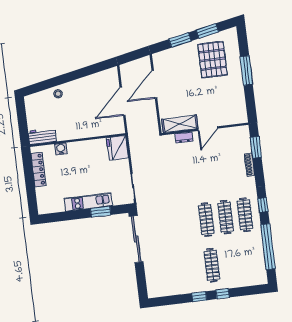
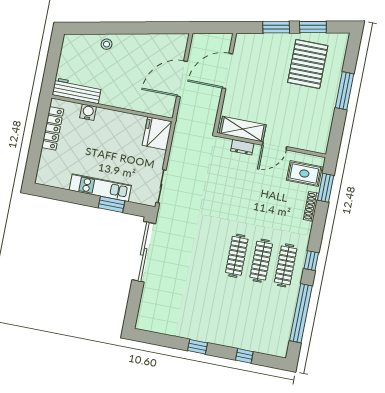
workbench: (42, 136) -> (77, 91), width x1.38
rug: (237, 142) -> (304, 174), added
clothes rail: (212, 265) -> (225, 314), removed
window: (223, 294) -> (244, 356), moved

